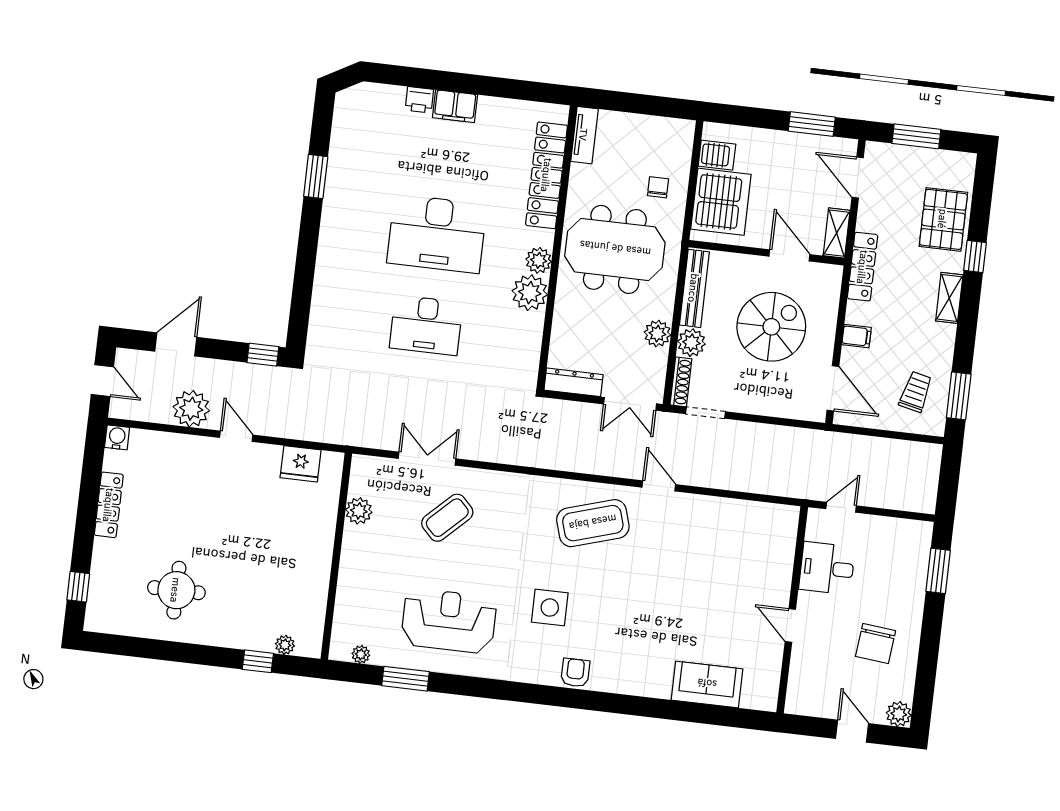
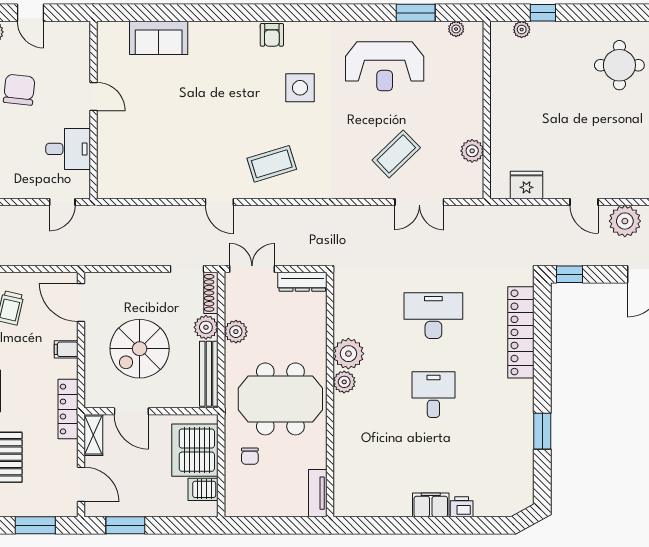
locker: (547, 175) -> (521, 332), moved, turned 180
desk: (437, 234) -> (433, 395), width x0.53, depth x0.77
coffee table: (593, 523) -> (272, 164), width x0.73, depth x0.76

